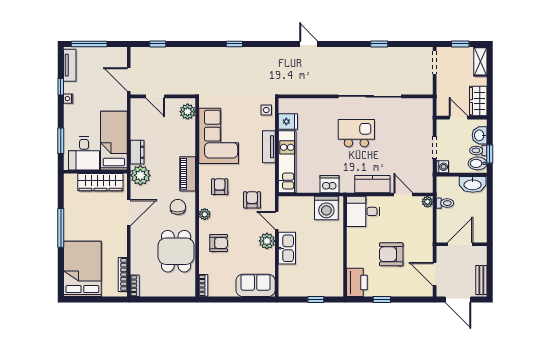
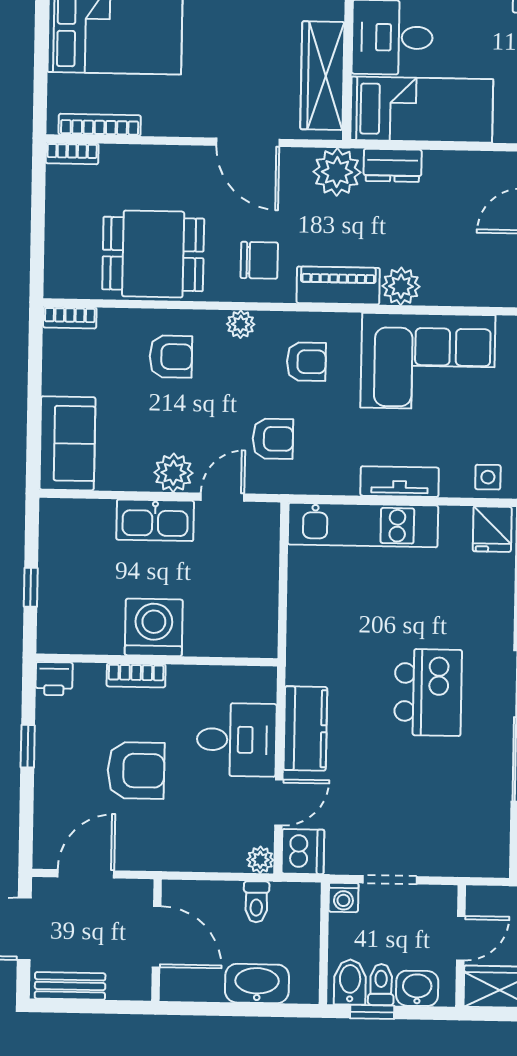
plant: (188, 112) -> (401, 286), moved
fridge: (288, 122) -> (492, 529), moved
dishwasher: (329, 184) -> (303, 852), moved
washbasin: (473, 184) -> (257, 984), moved, turned 90
washing machine: (326, 208) -> (154, 627), moved, turned 90
desk: (363, 211) -> (237, 740), moved, turned 90
armchair: (219, 243) -> (171, 357), turned -90
armchair: (391, 254) -> (136, 771), turned 90
bookcase: (352, 255) -> (136, 675), added
printer: (357, 282) -> (54, 679), width x0.53, depth x0.68

